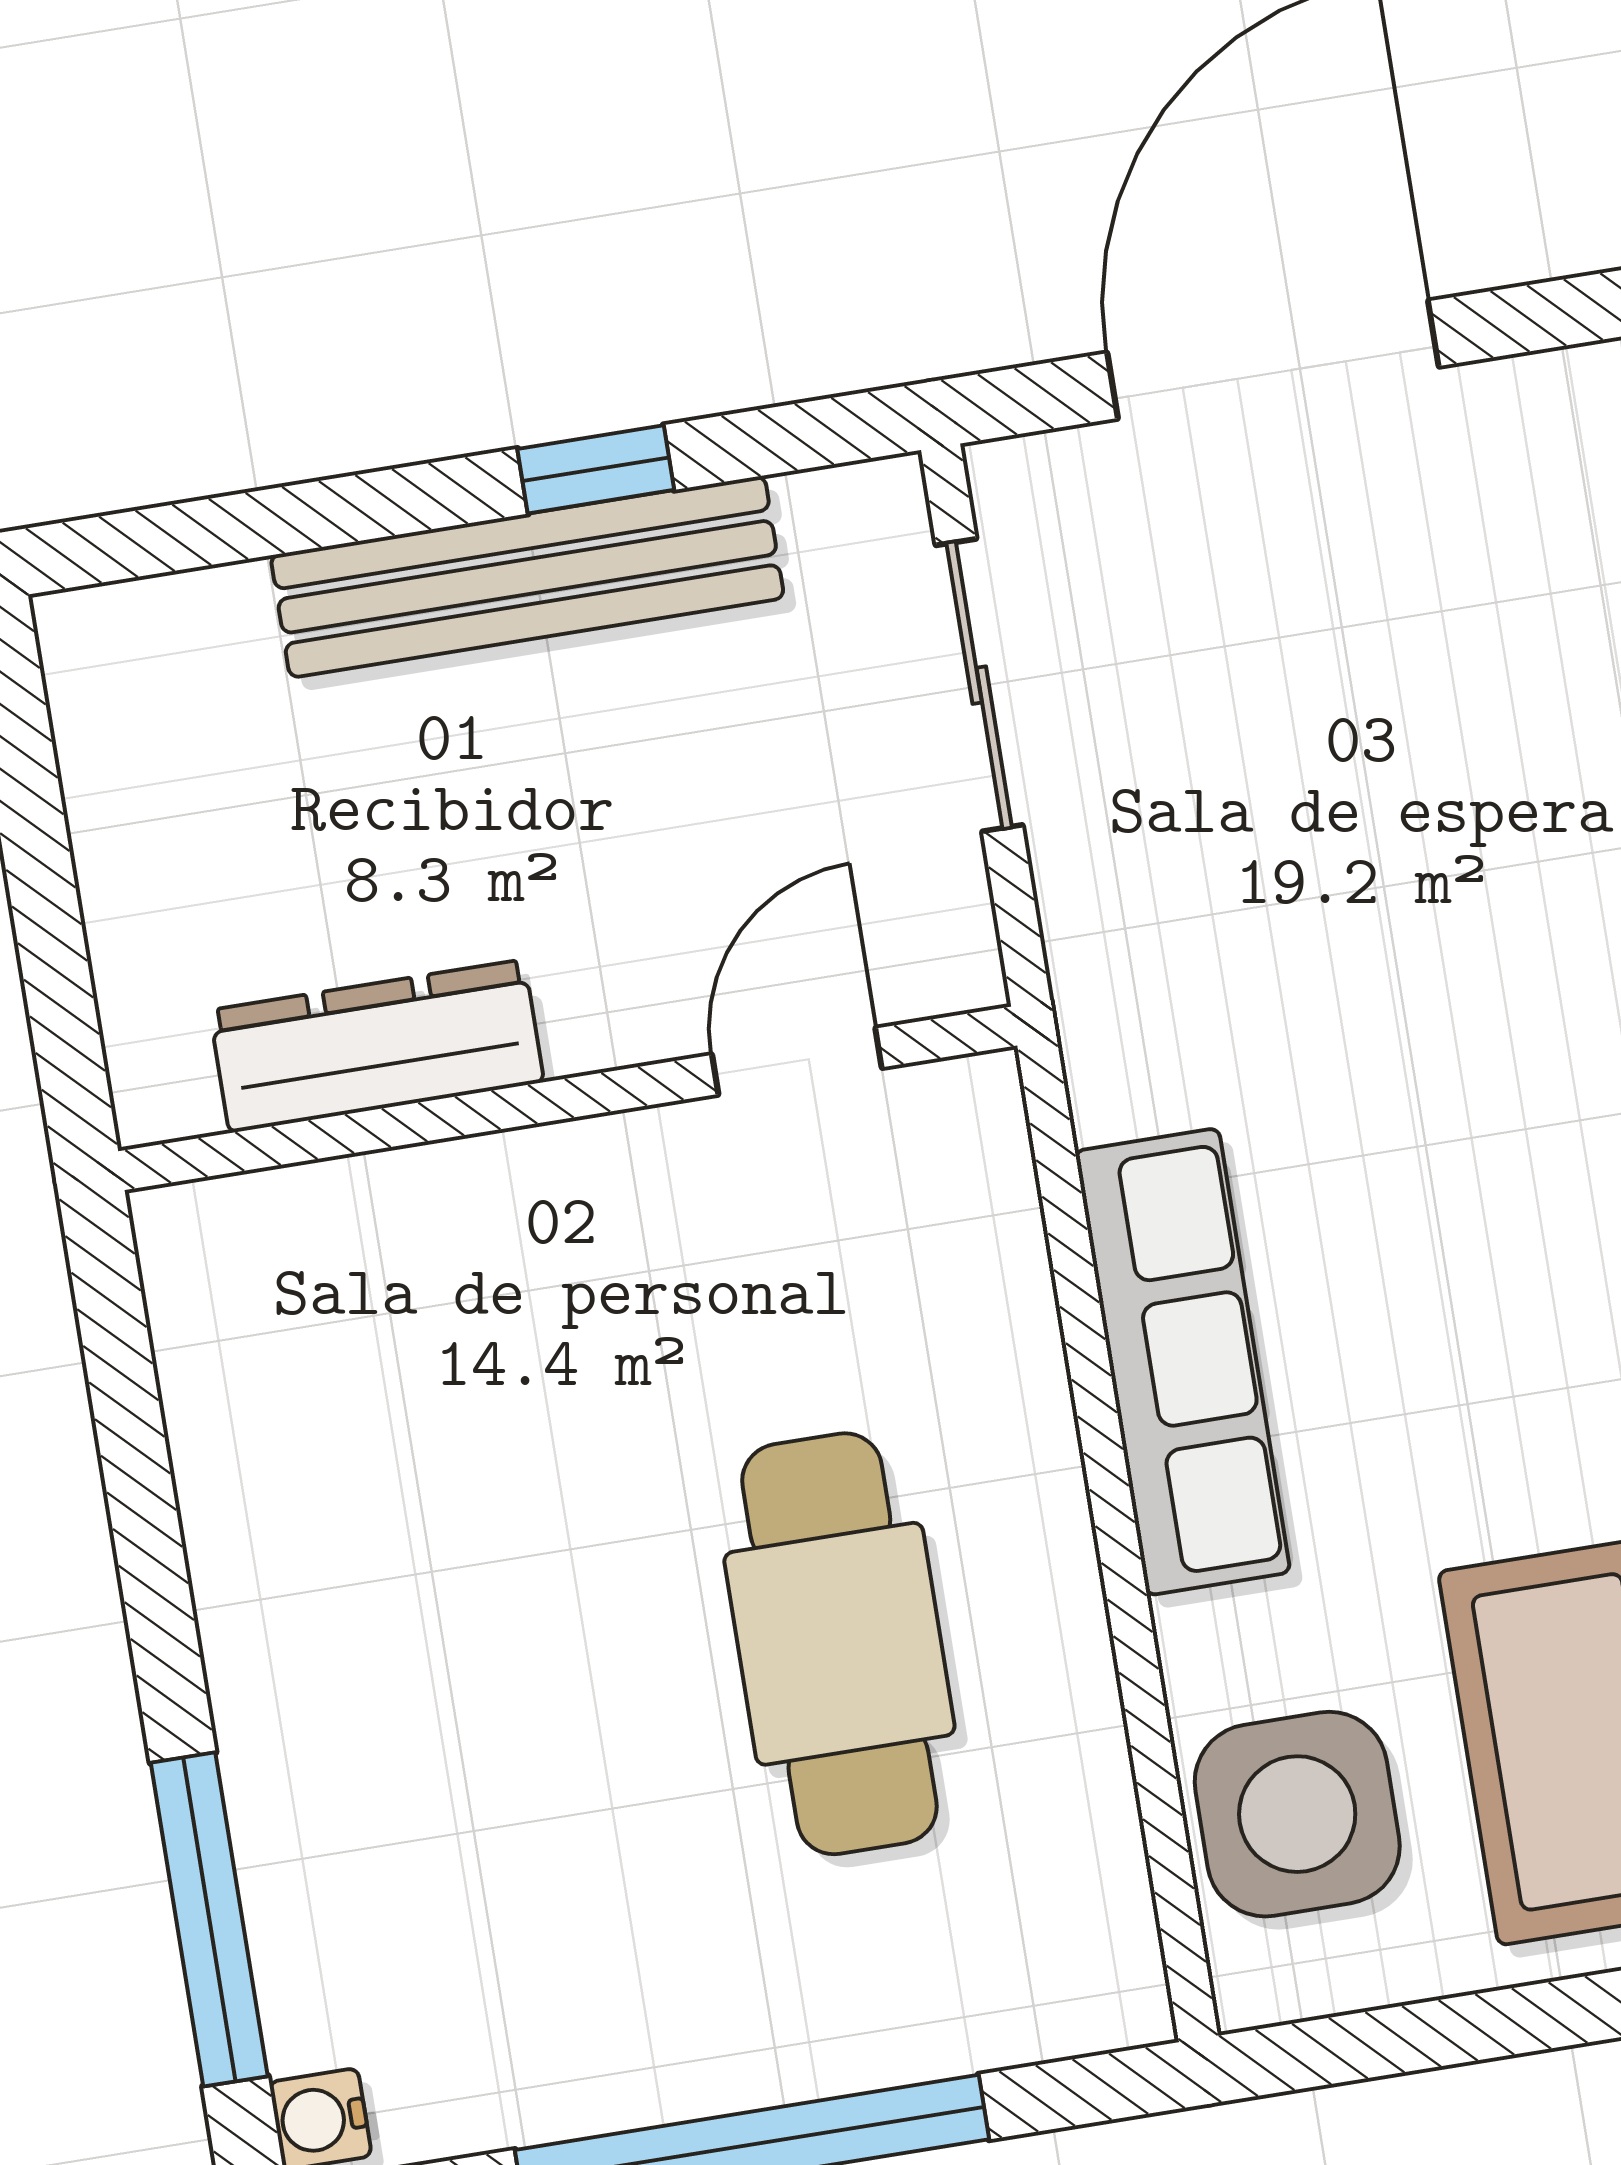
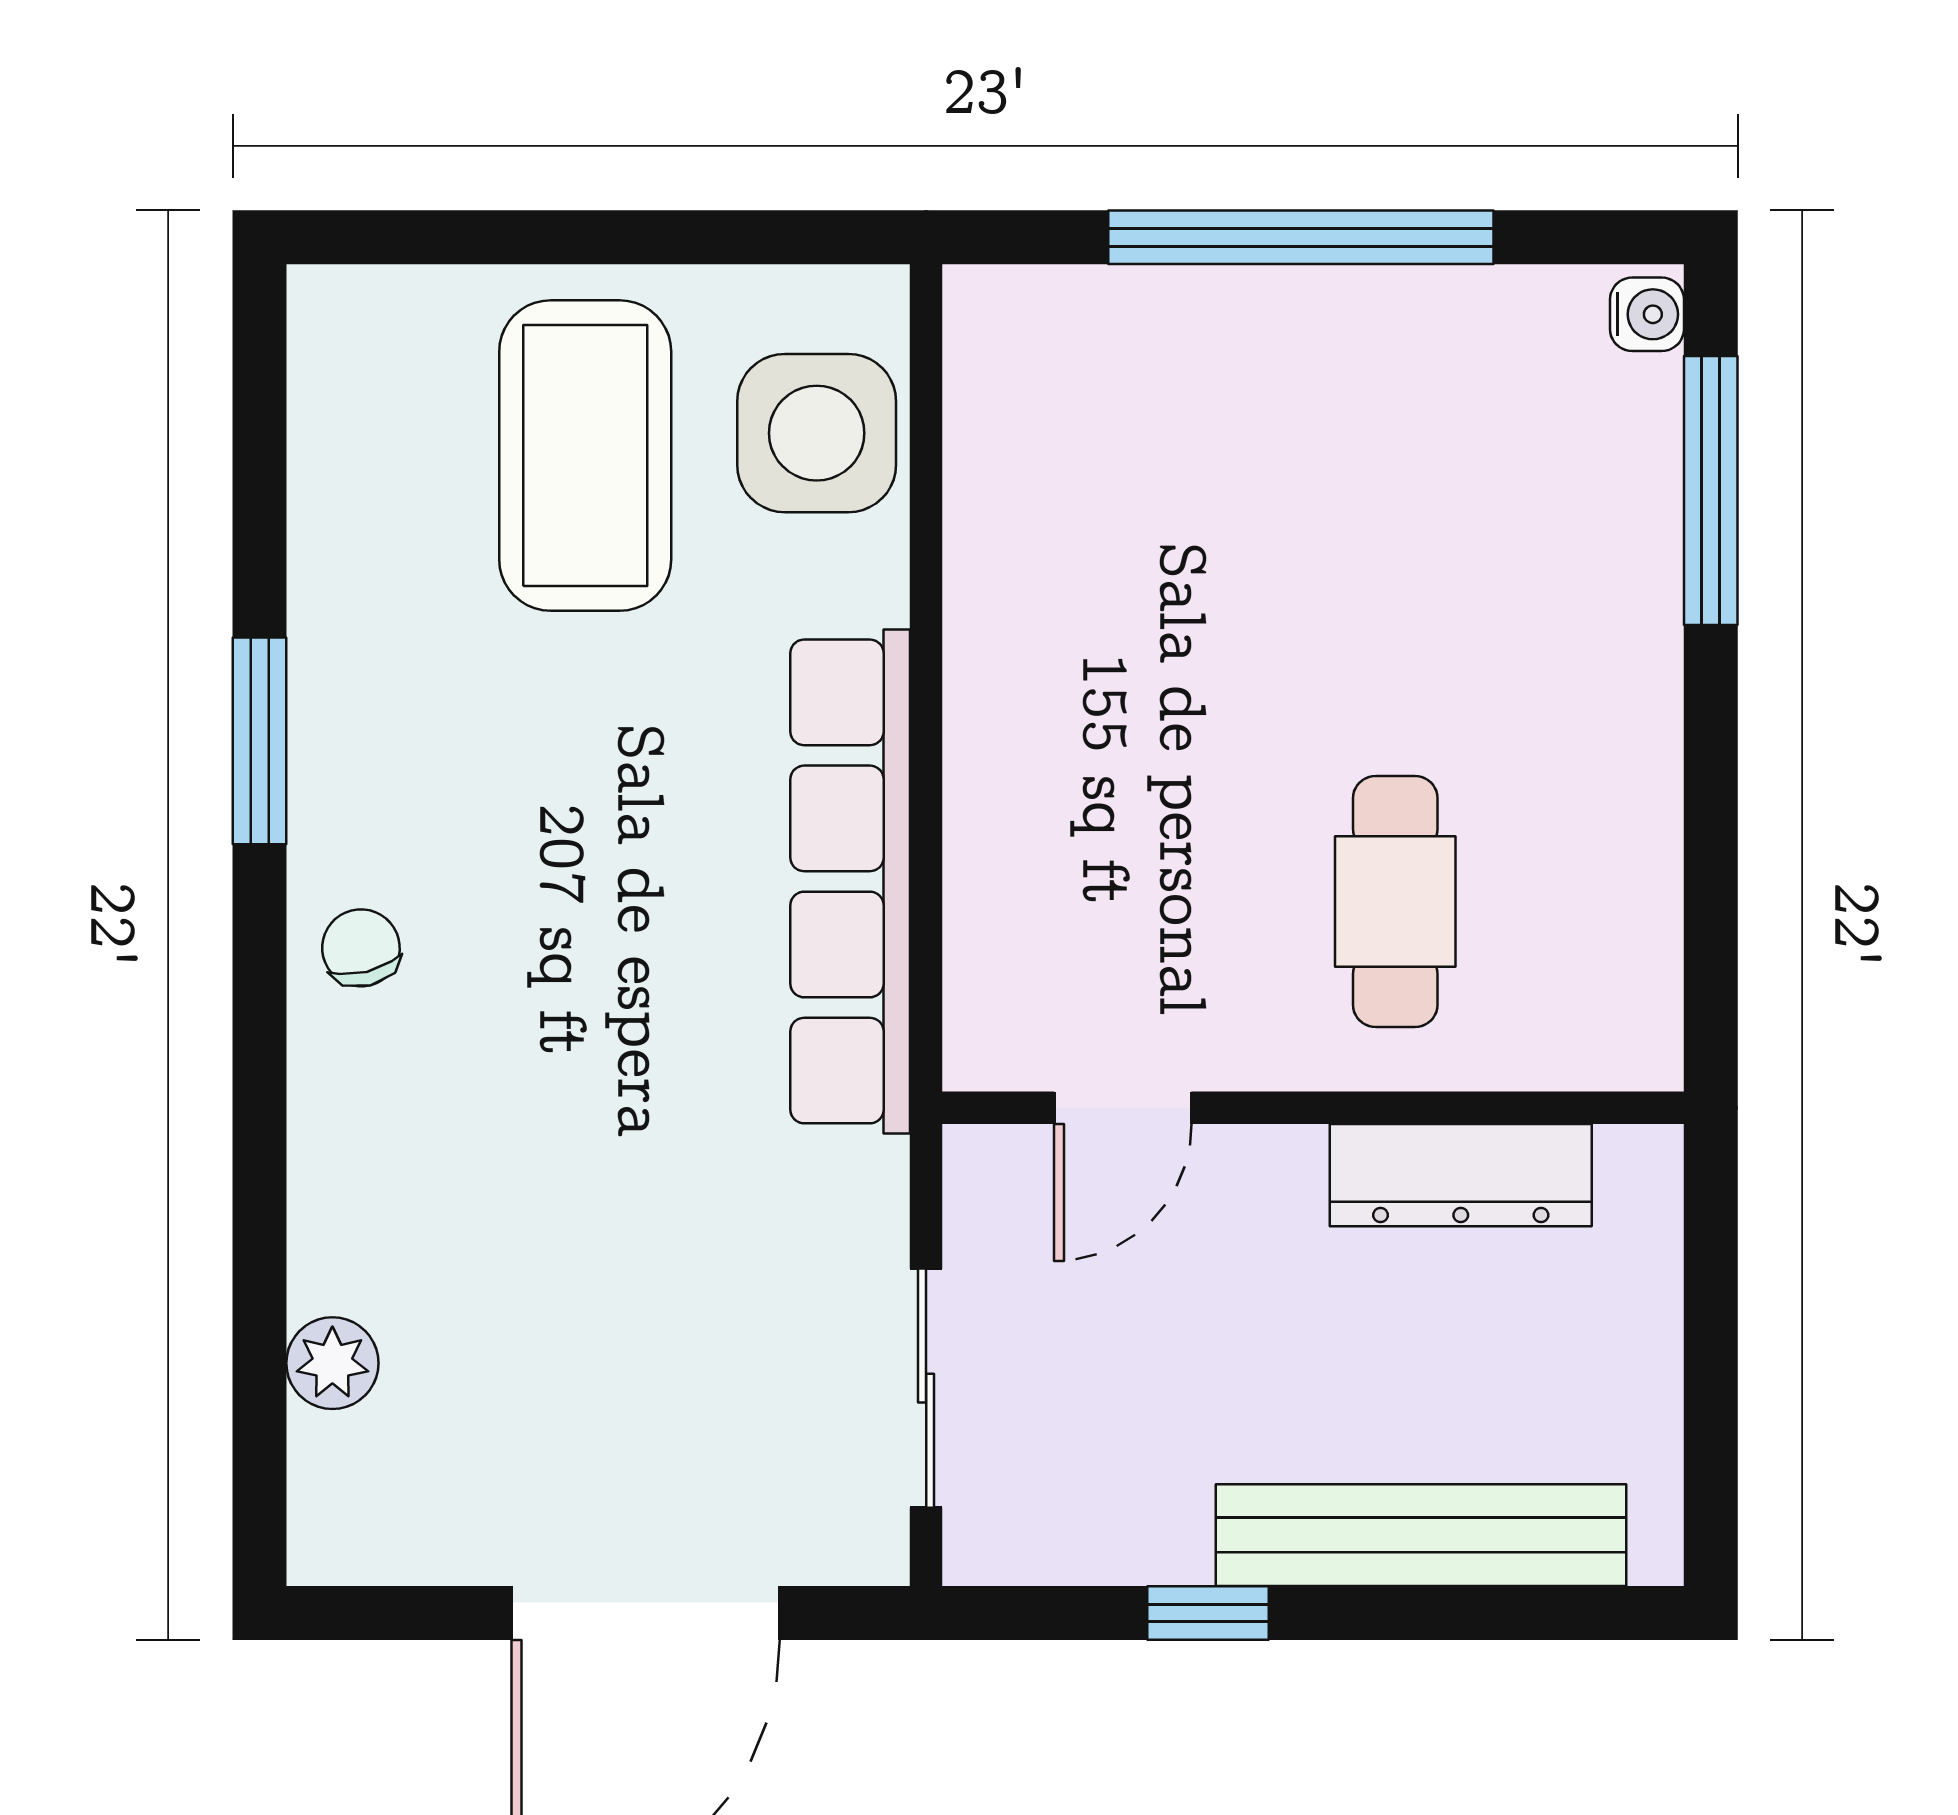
bench: (527, 577) -> (1421, 1535), moved
row of seats: (1183, 1362) -> (850, 881), width x1.36
cafe table: (839, 1644) -> (1395, 901), moved, width x0.73, depth x0.74

